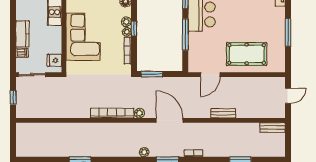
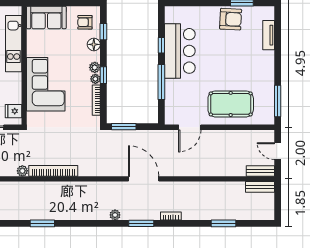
window: (288, 33) -> (278, 101), moved
door: (288, 96) -> (278, 151), swing flipped
bookcase: (112, 113) -> (53, 171), moved
plant: (139, 113) -> (22, 171), moved
bench: (223, 113) -> (260, 171), moved

